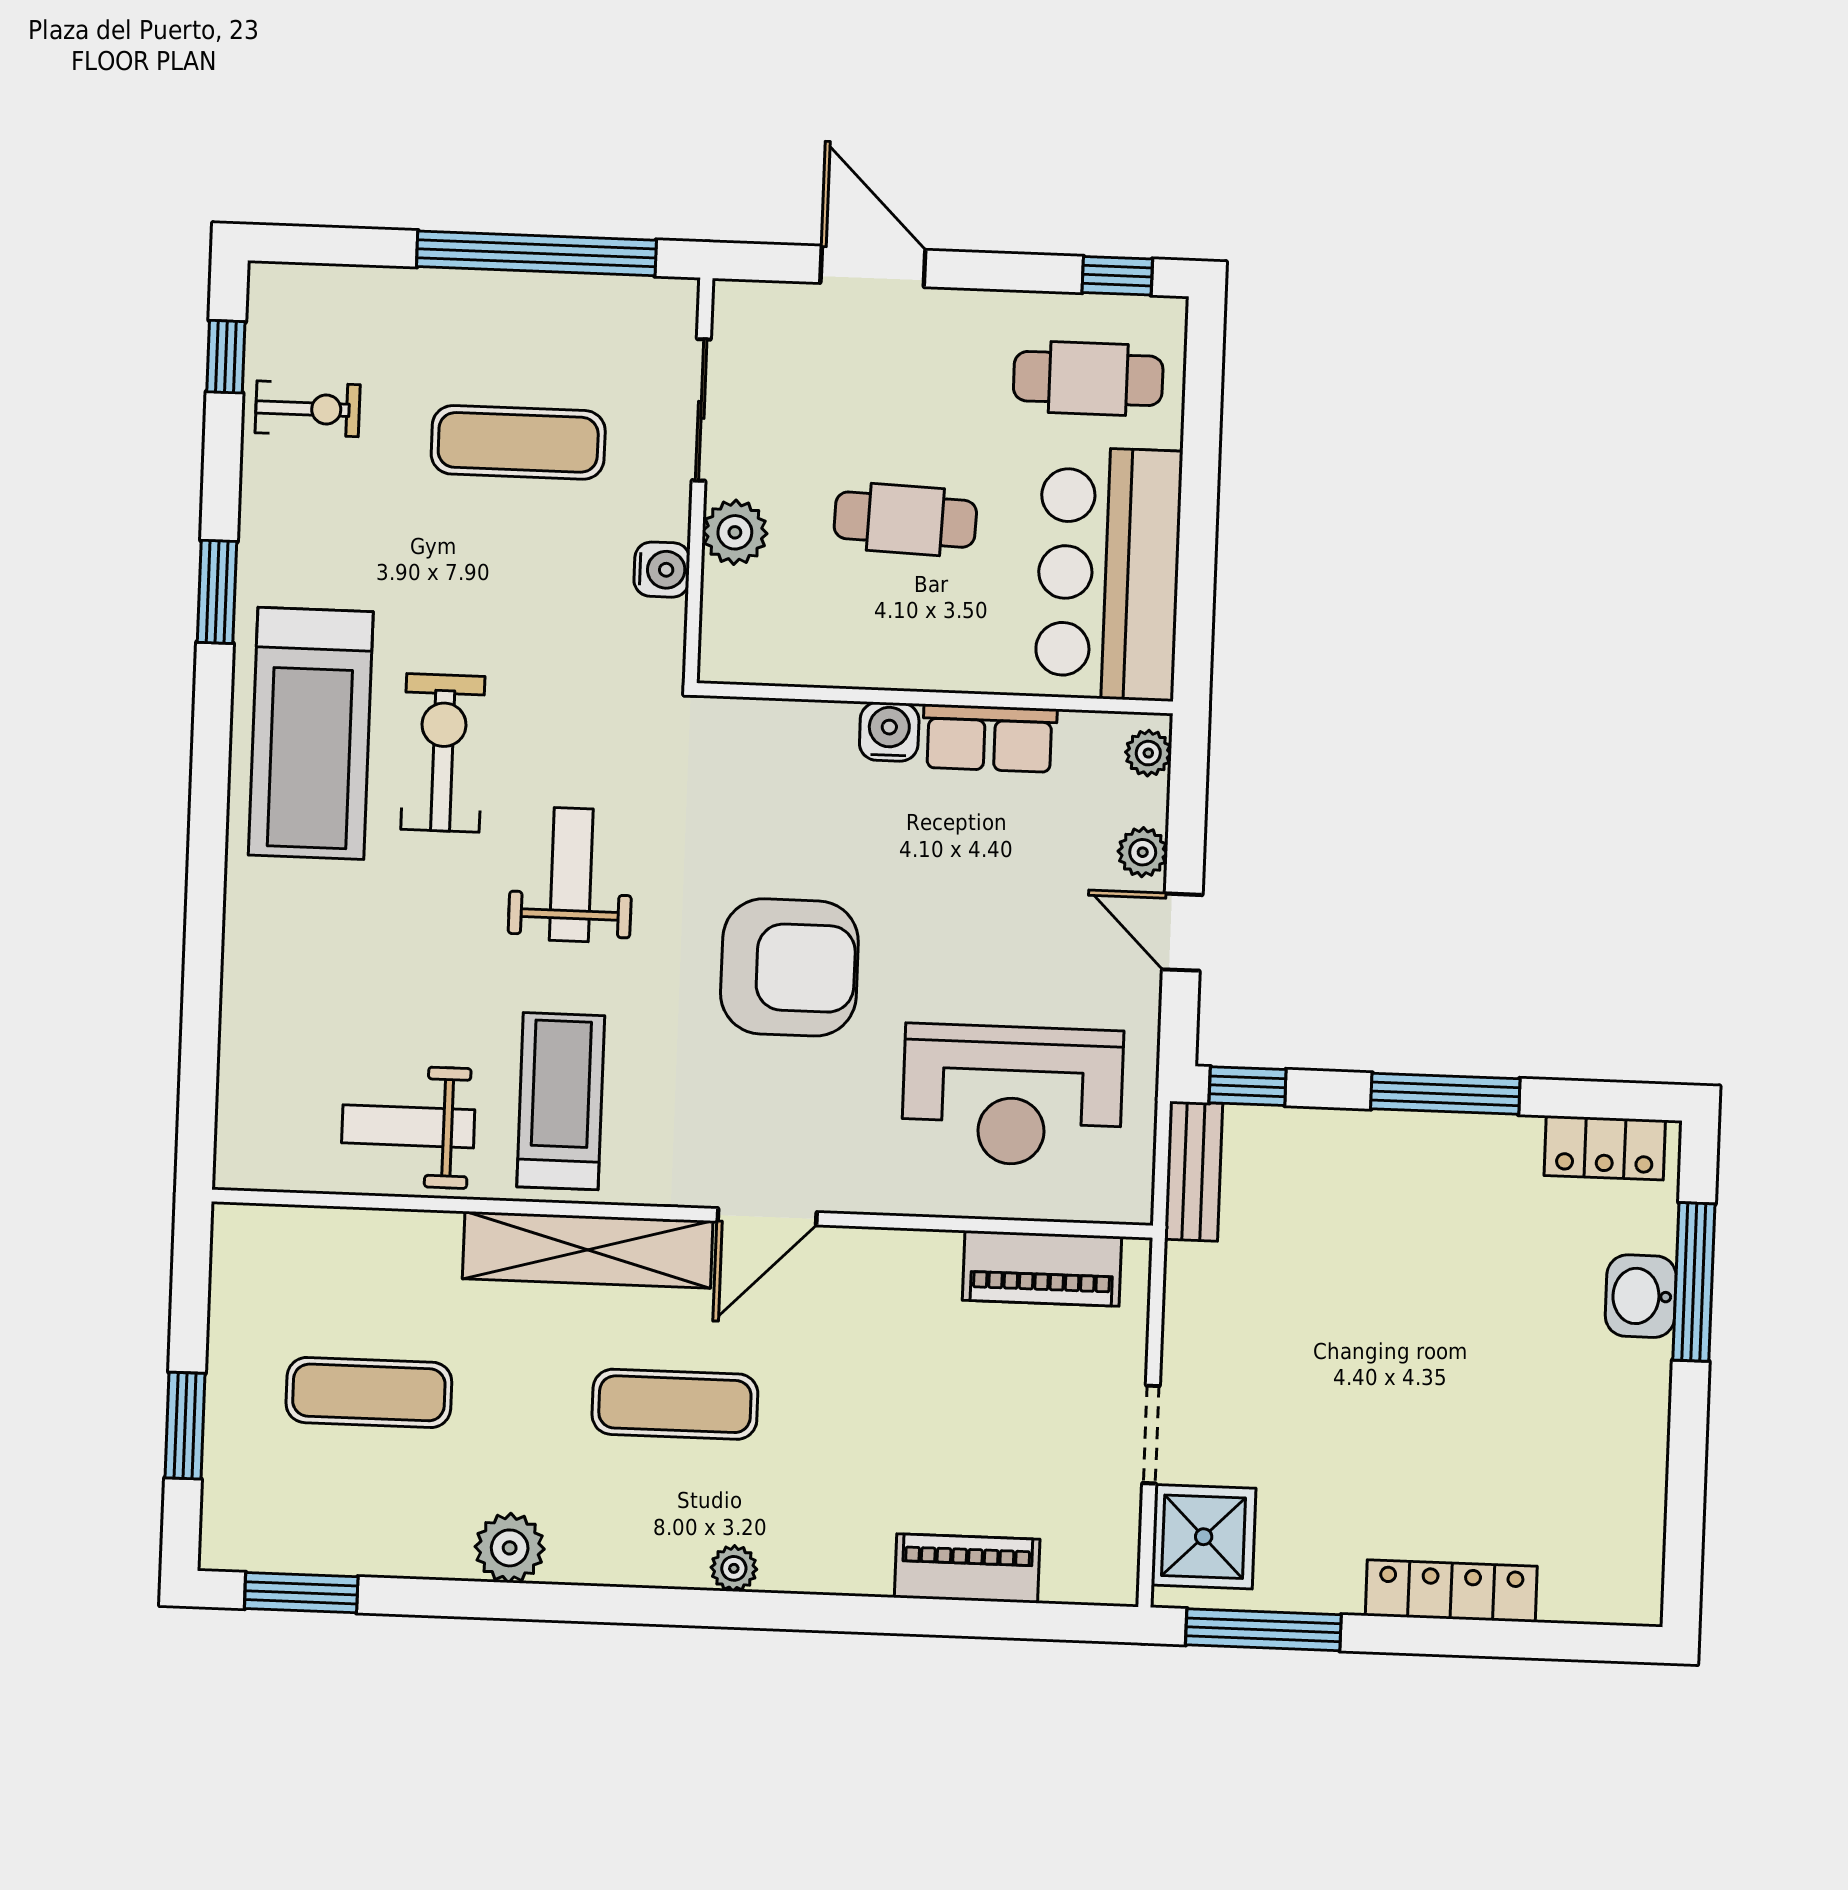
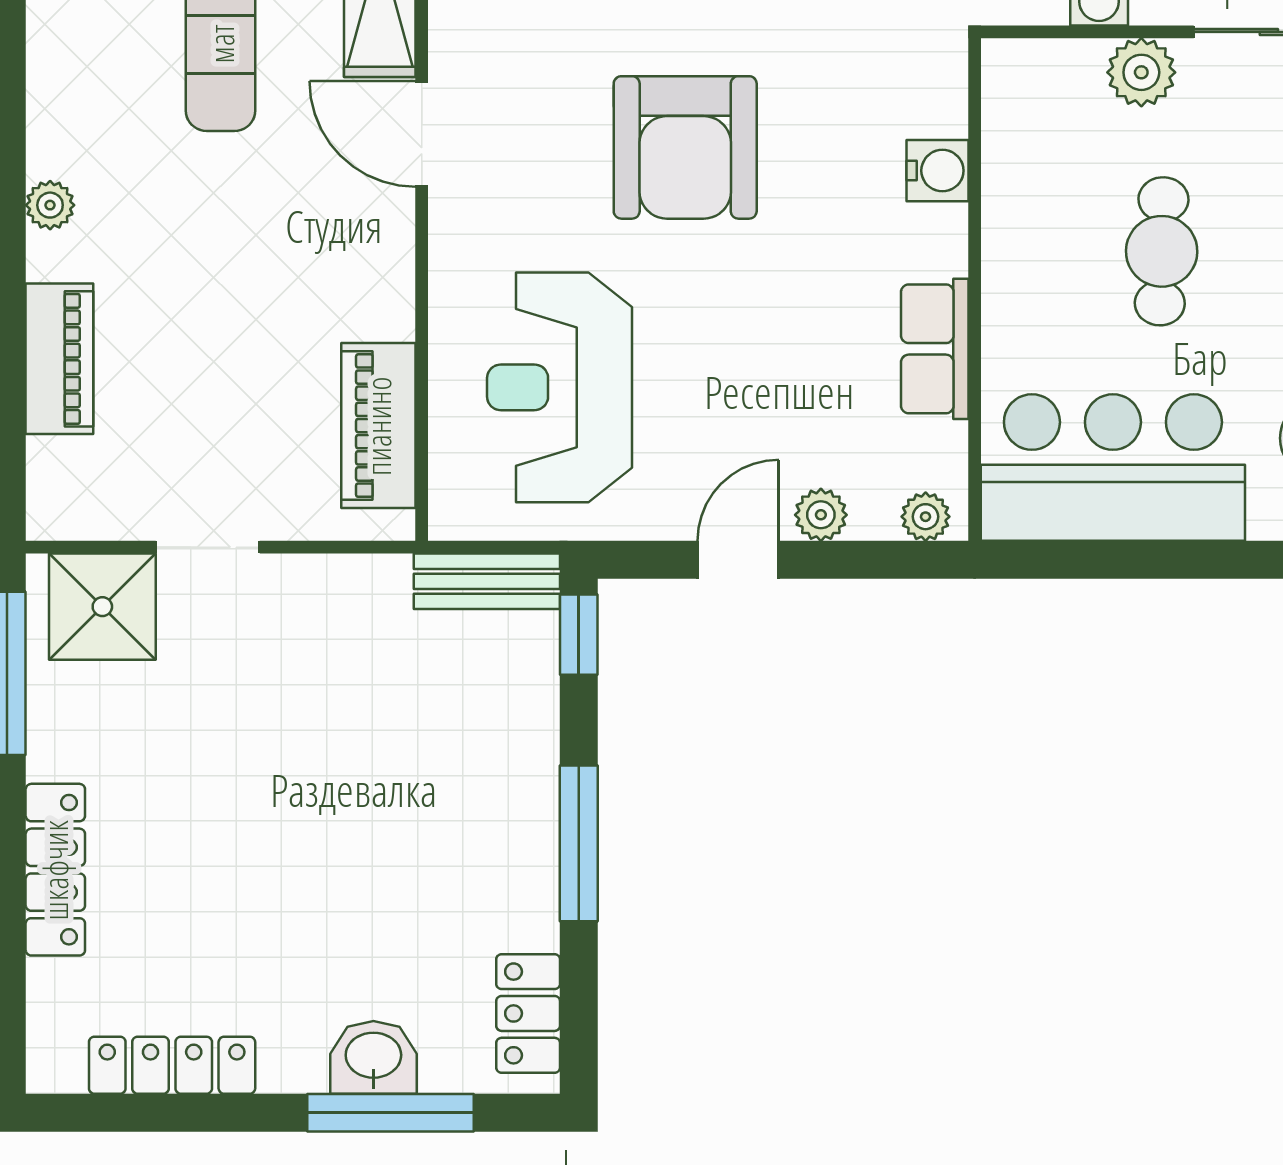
water cooler: (889, 732) -> (937, 171), moved
locker: (1641, 1487) -> (172, 1065), added
plant: (734, 1568) -> (50, 205), moved

